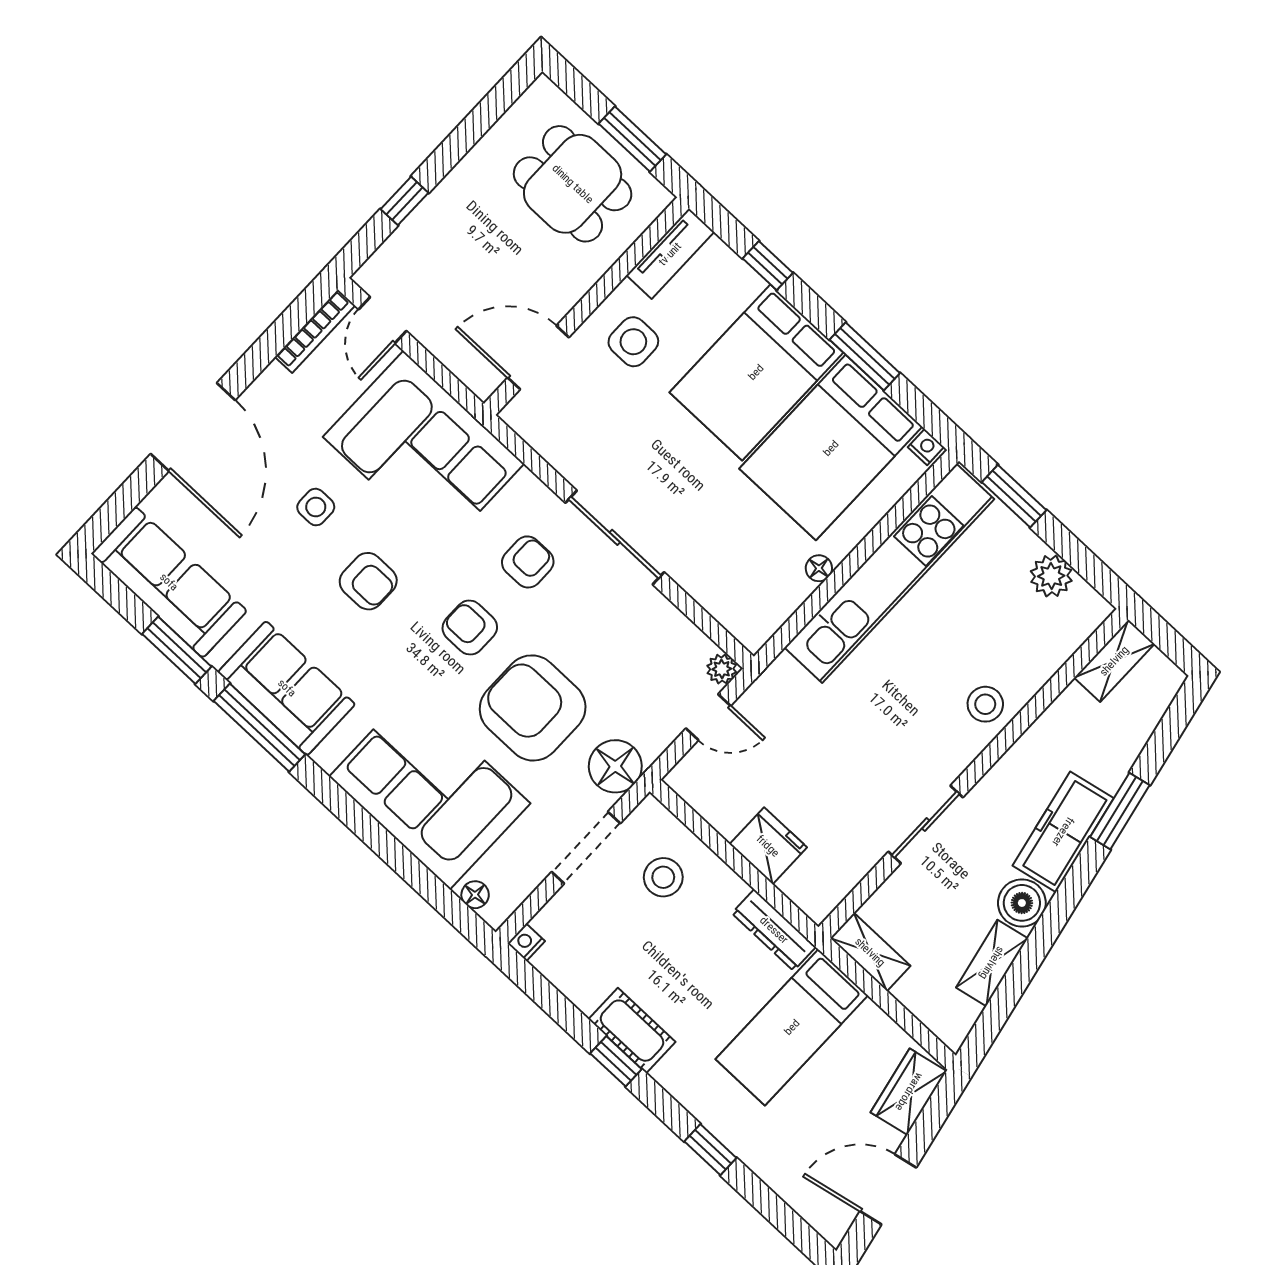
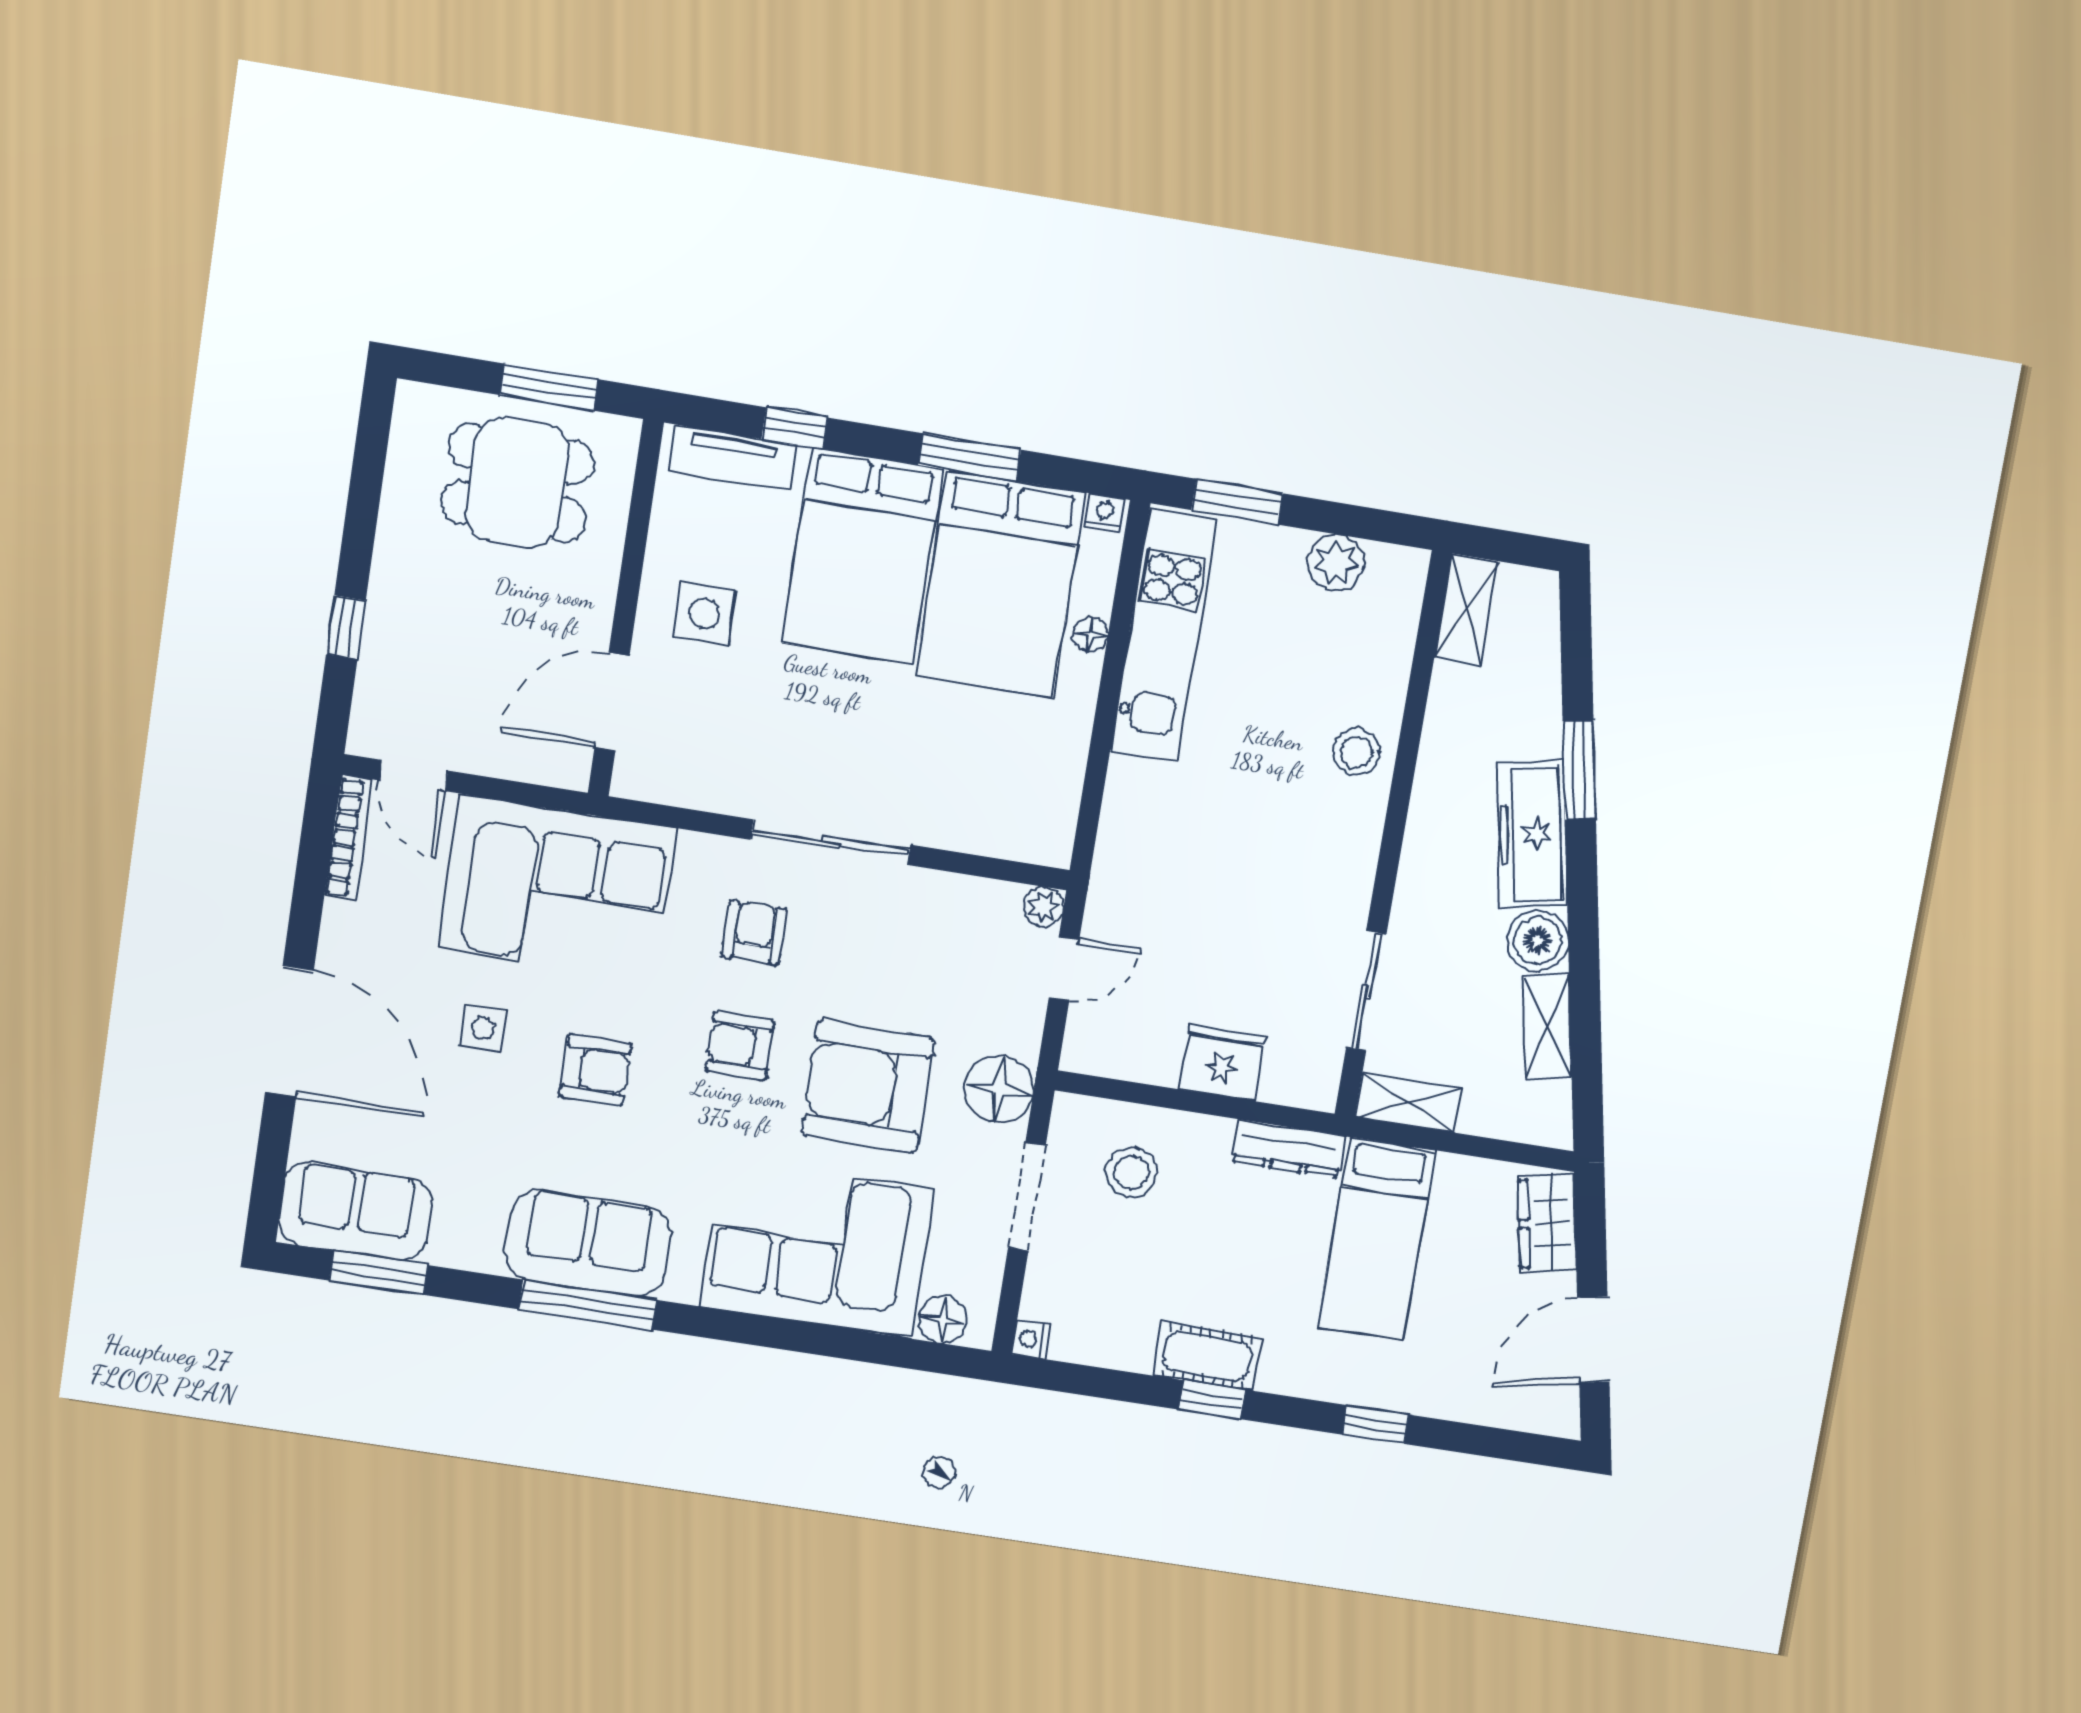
tv unit: (670, 254) -> (733, 458), moved, turned 90
floor lamp: (819, 568) -> (1091, 634), moved
kitchen unit: (889, 573) -> (1164, 636), width x0.73
sofa: (169, 582) -> (355, 1212), width x0.73
window: (177, 650) -> (379, 1273), moved
sliding door: (926, 824) -> (1366, 991), moved
floor lamp: (475, 895) -> (943, 1320), width x1.37, depth x1.37

